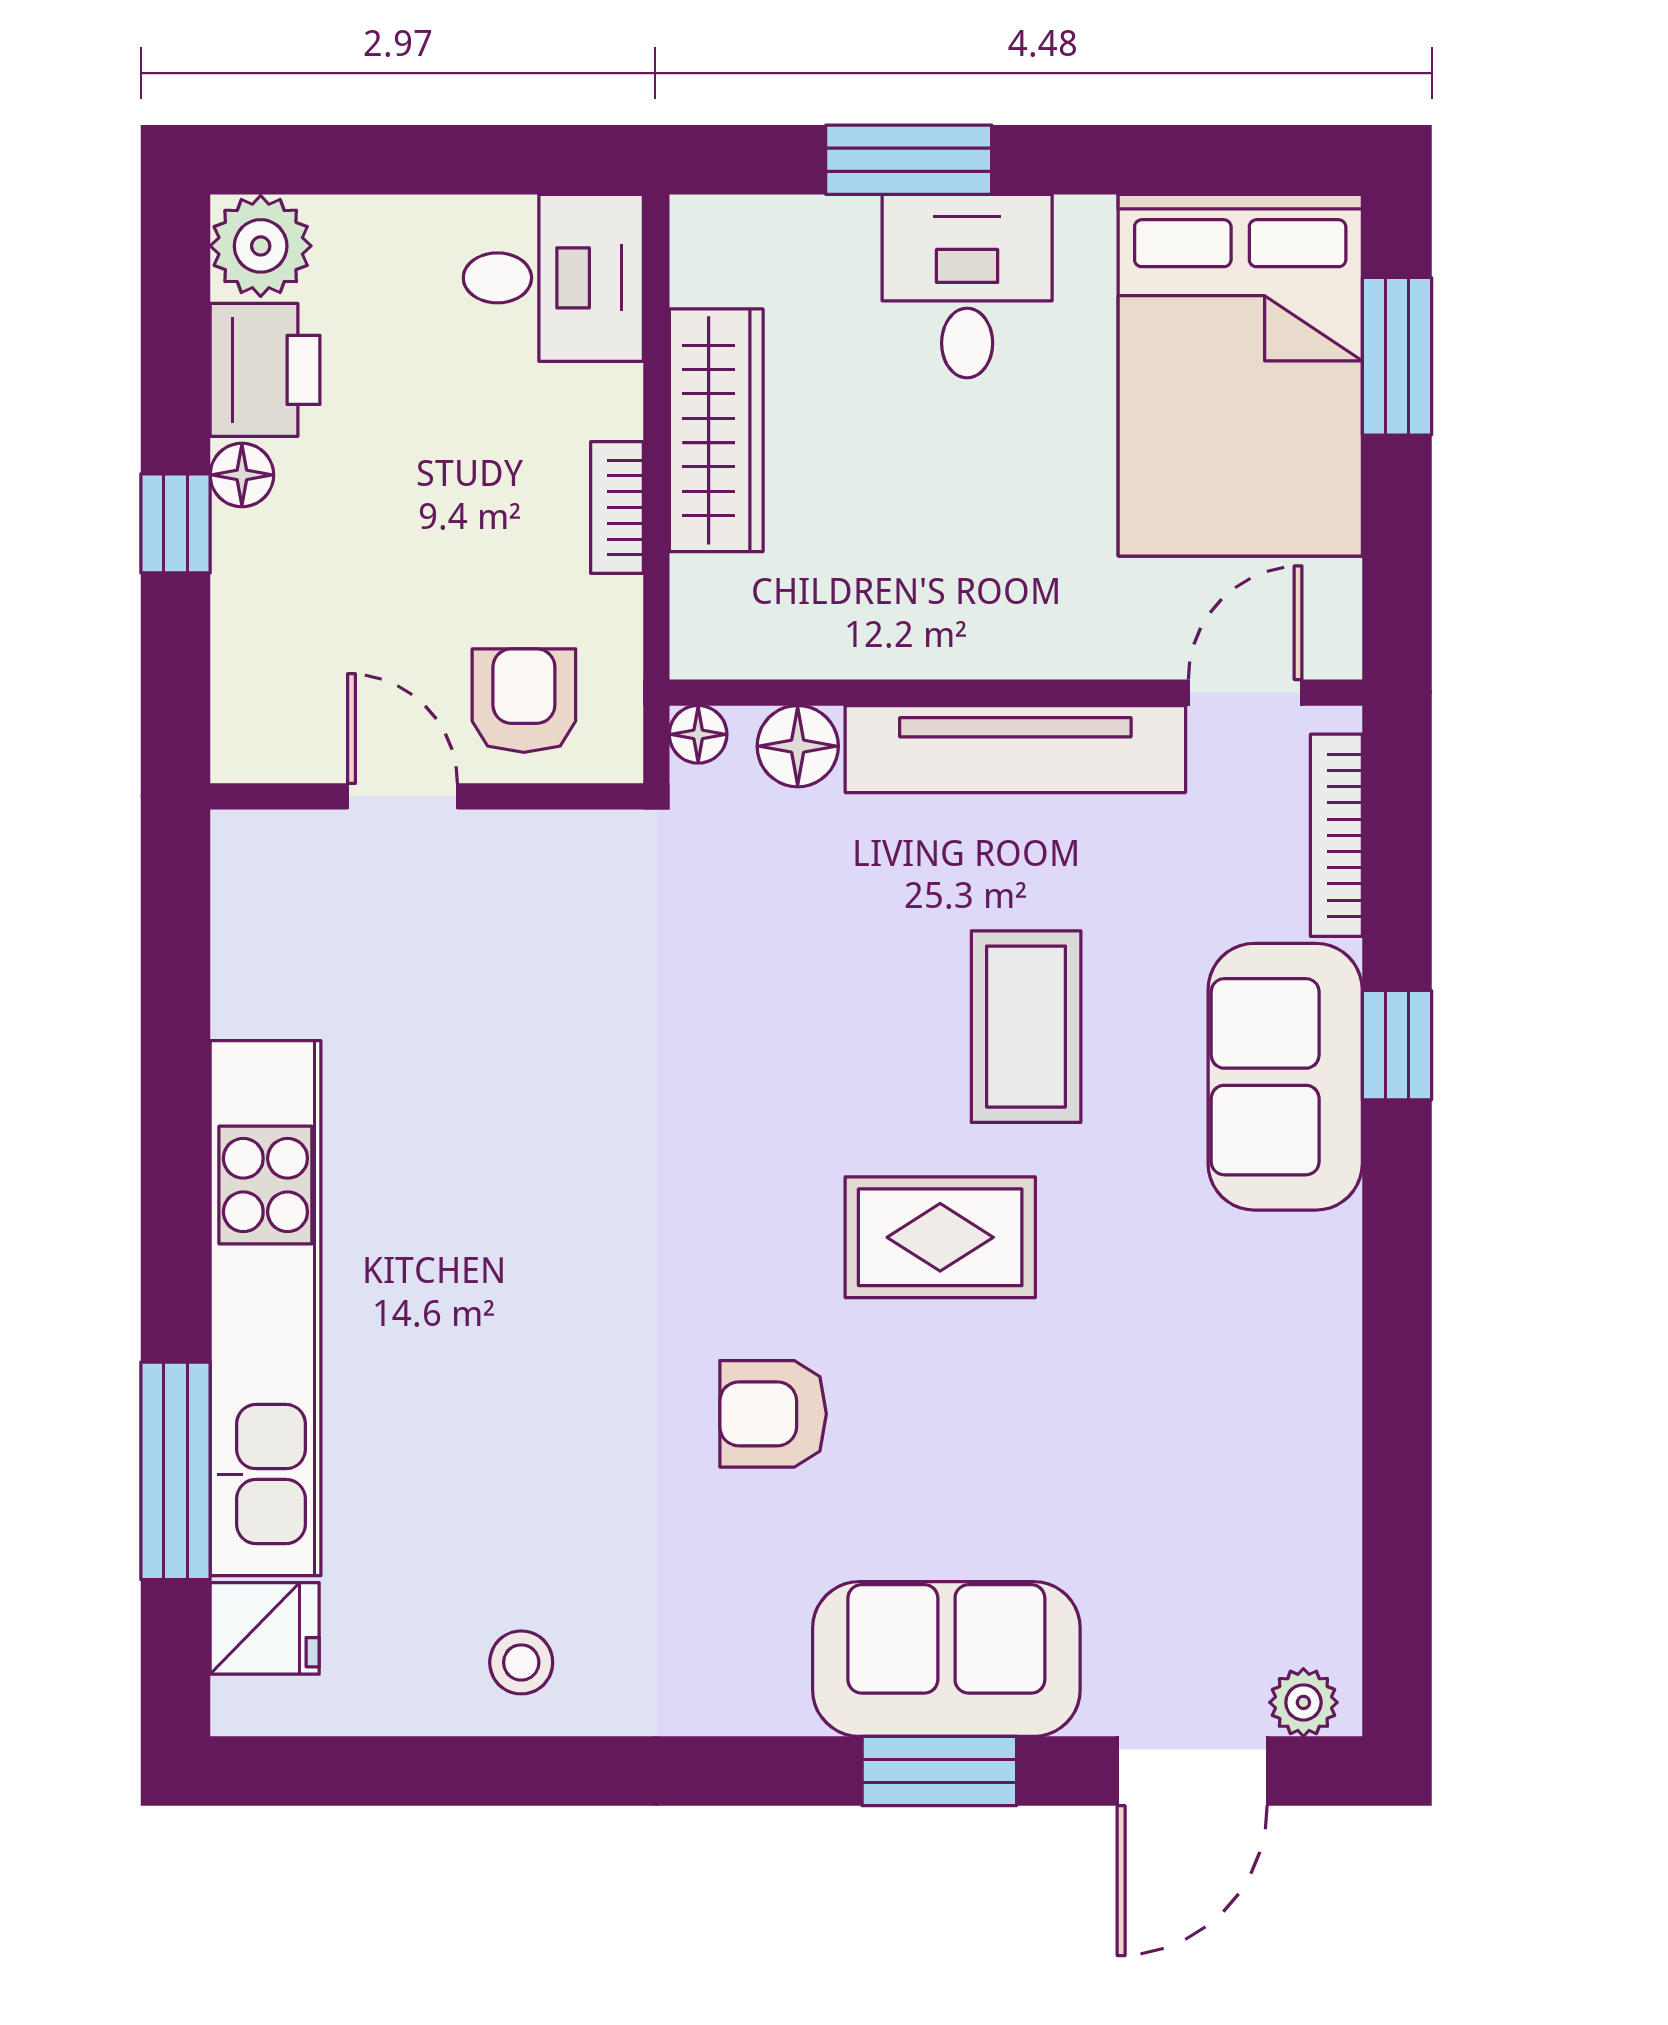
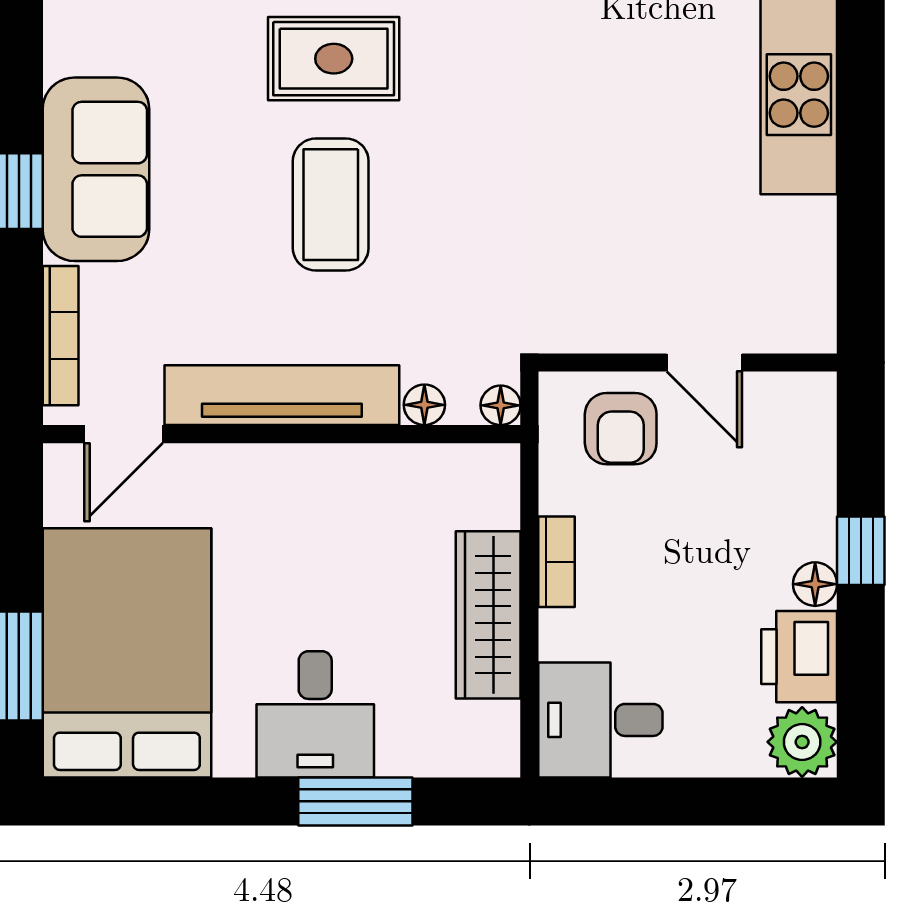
floor lamp: (798, 746) -> (424, 405), width x0.73, depth x0.73
coffee table: (1026, 1027) -> (331, 205), moved

